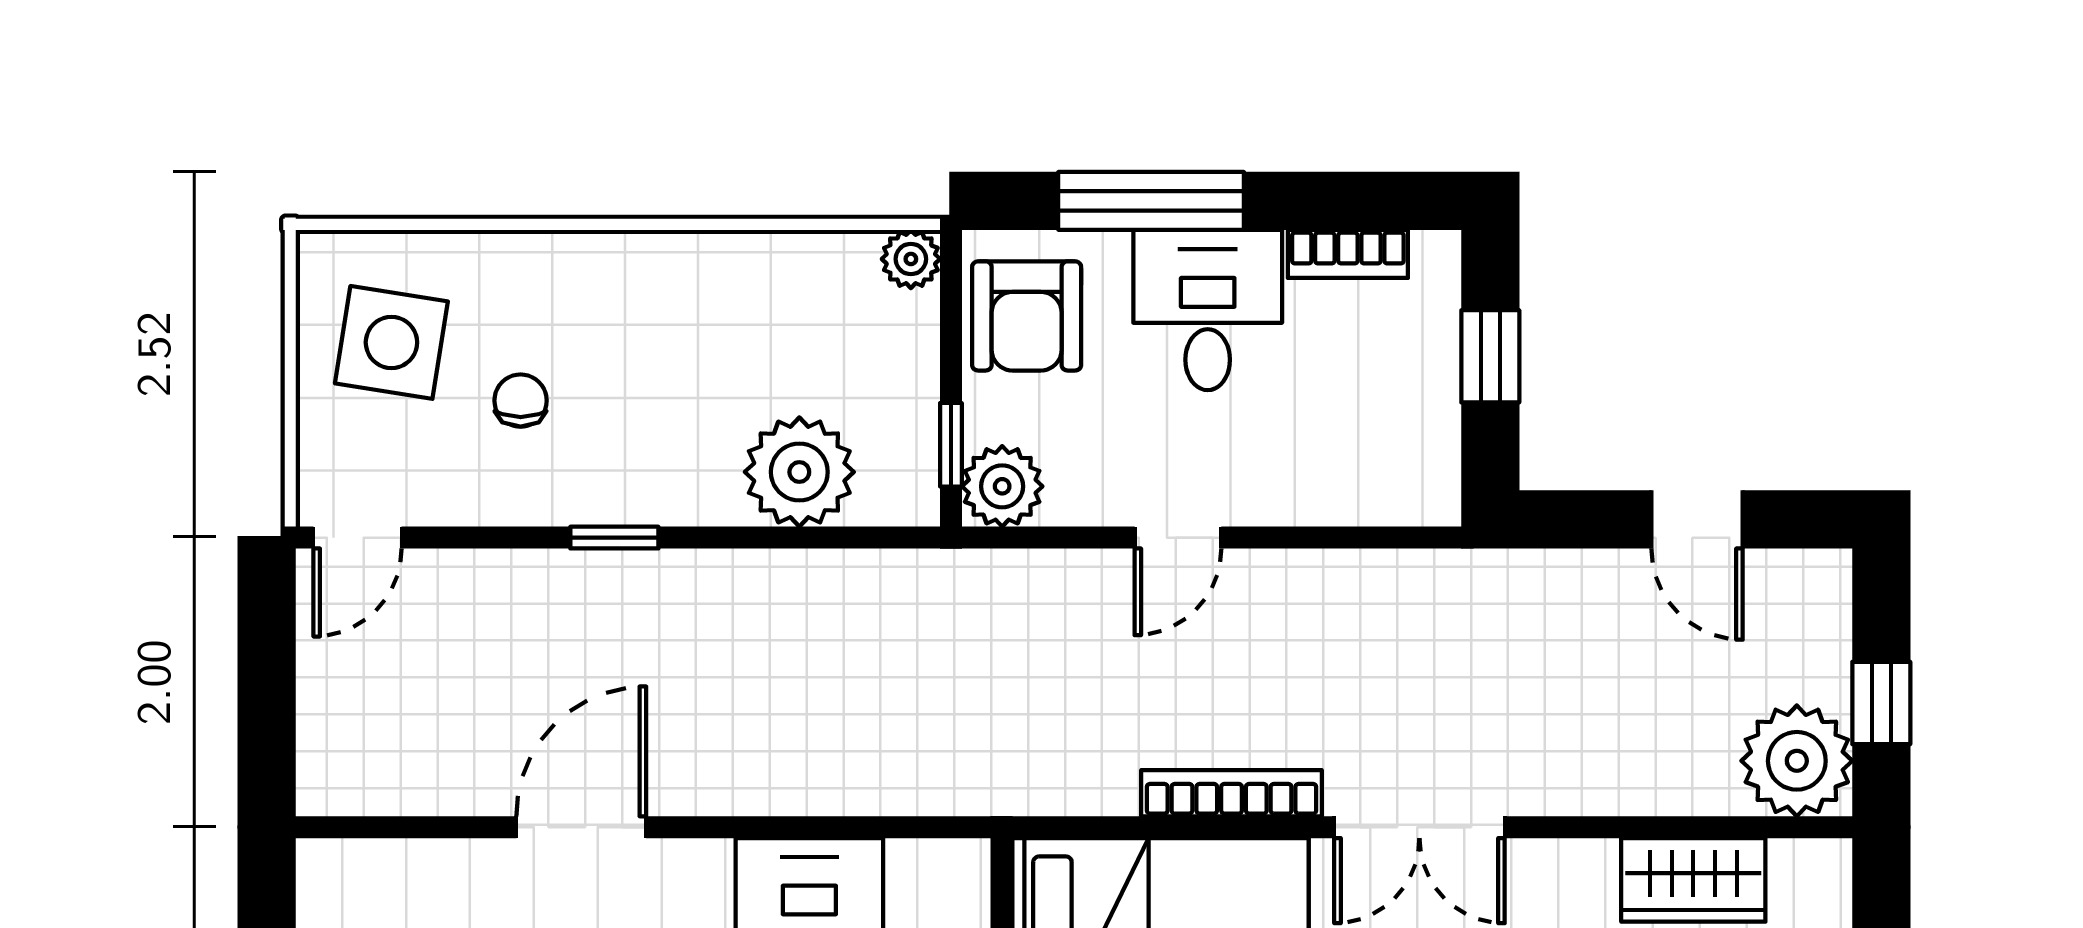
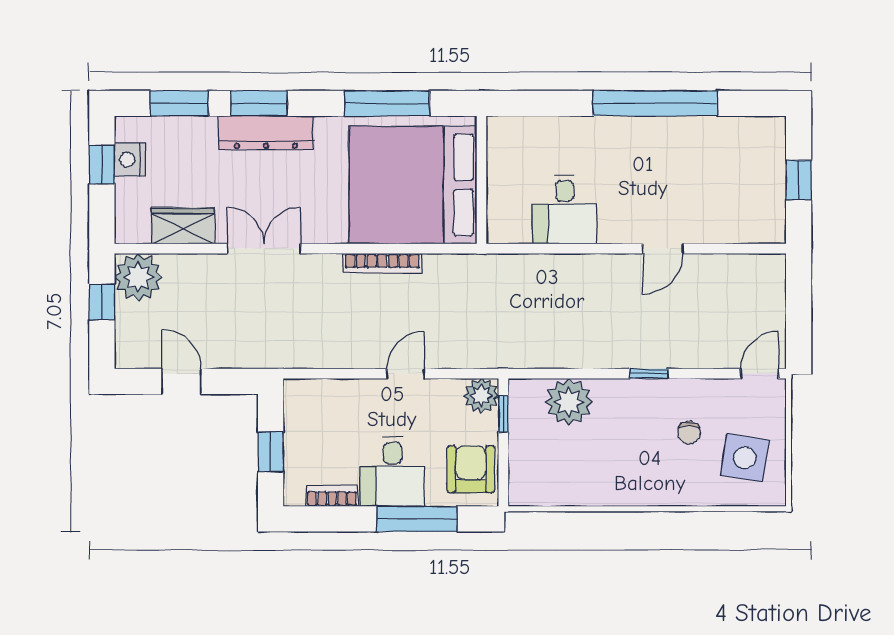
plant: (911, 259) -> (521, 494), removed
door: (581, 827) -> (663, 249), width x0.73
double door: (1419, 827) -> (264, 249), moved

